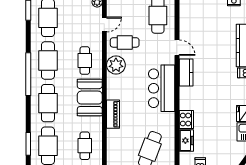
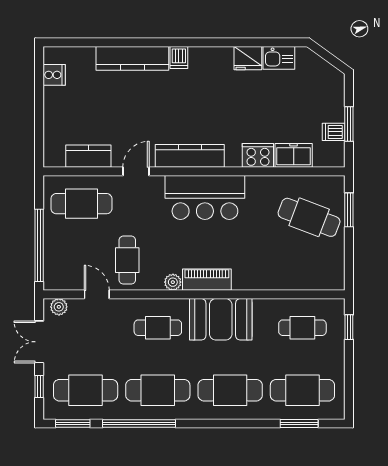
kitchen counter: (186, 20) -> (88, 156), added
plant: (116, 65) -> (173, 282), width x0.53, depth x0.53
kitchen counter: (186, 73) -> (190, 156), width x1.50
window: (28, 74) -> (139, 423), moved
piano: (113, 114) -> (207, 280), moved

